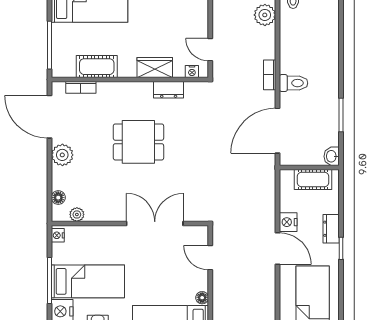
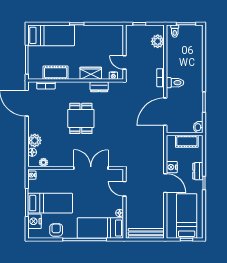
dining table: (138, 142) -> (81, 118), turned 90
plant: (62, 155) -> (35, 140), moved

